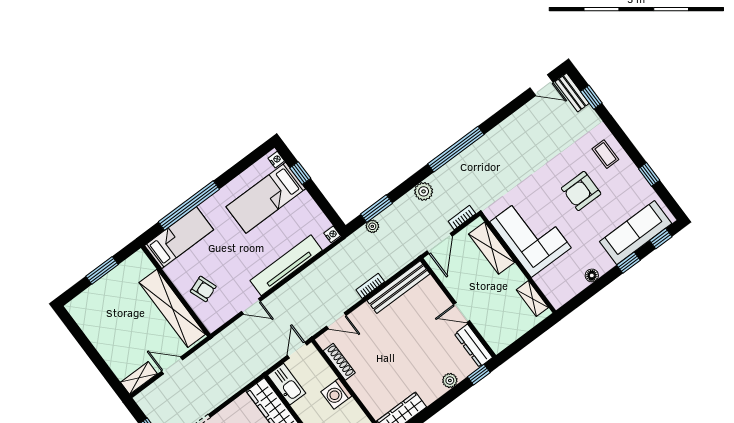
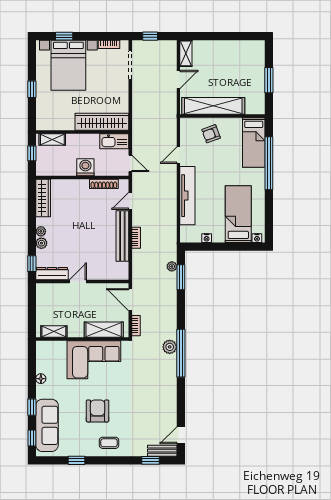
window: (300, 173) -> (238, 247), removed
plant: (424, 191) -> (170, 347), moved
nightstand: (332, 234) -> (207, 238), moved
bench: (398, 287) -> (122, 236), moved
plant: (438, 390) -> (41, 231), added

